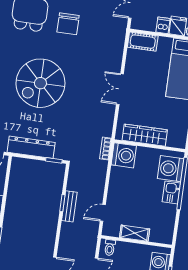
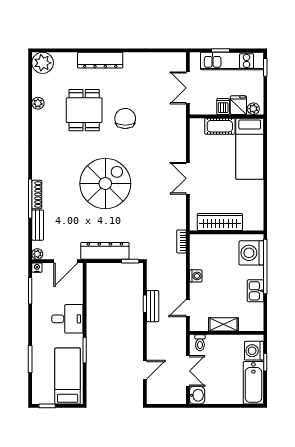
chair: (68, 24) -> (125, 119), turned 180
cot: (143, 42) -> (220, 126), moved
spiral stairs: (40, 83) -> (105, 184), turned 180
washing machine: (124, 155) -> (196, 276), moved, width x0.53, depth x0.53
kitchen sink: (171, 192) -> (255, 291), moved

